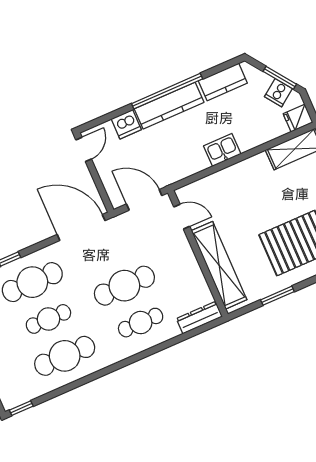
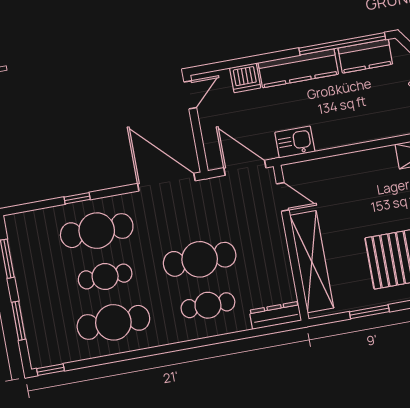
window: (167, 91) -> (342, 44), moved
kitchen sink: (222, 150) -> (295, 142), moved

